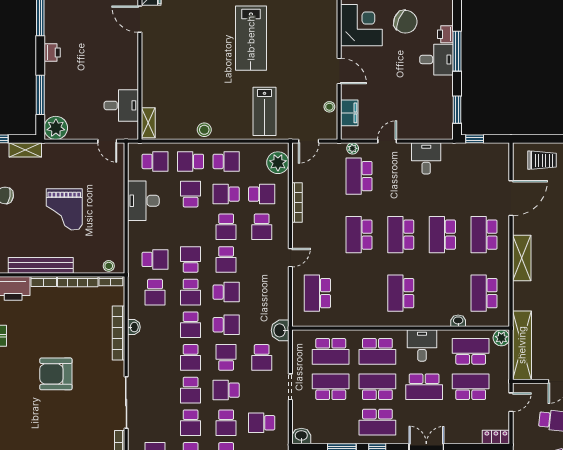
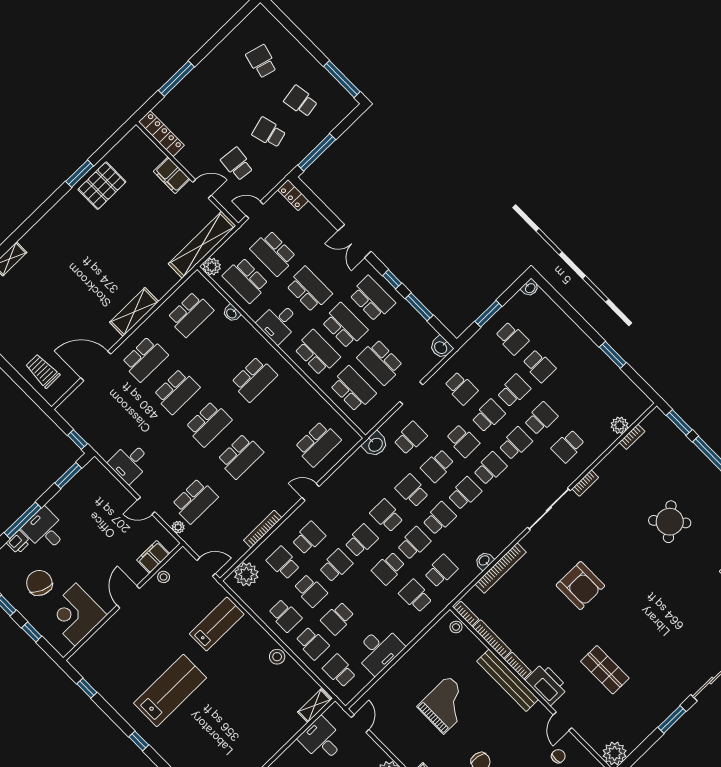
school desk: (226, 161) -> (285, 616), turned 180
school desk: (377, 387) -> (345, 326), turned 180

